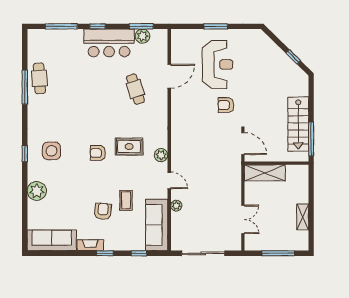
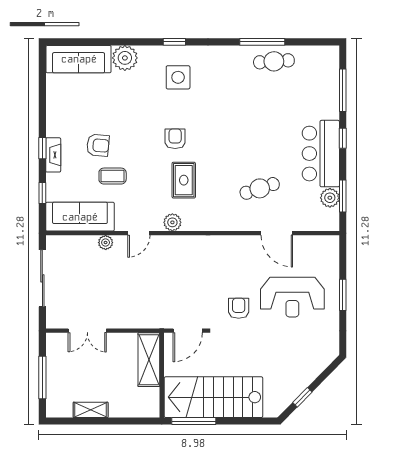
stairs: (298, 124) -> (213, 397), width x1.36, depth x1.51
sofa: (52, 240) -> (79, 59), moved, turned 90
fireplace: (90, 245) -> (53, 155), moved

